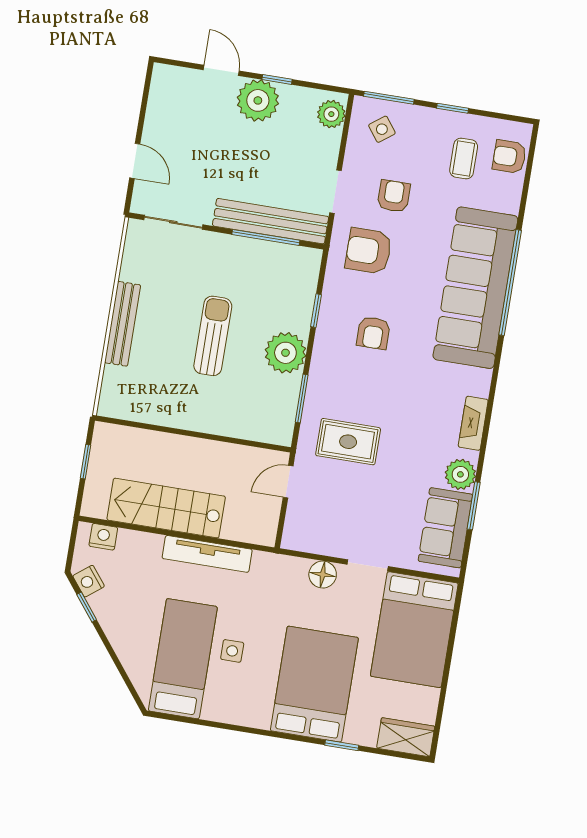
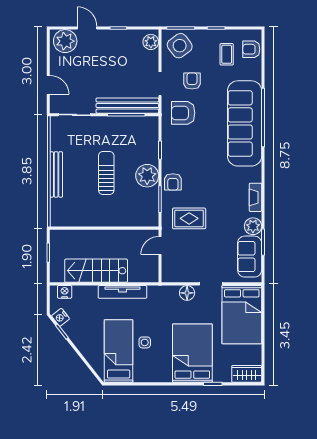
plant: (258, 100) -> (65, 41), moved
side table: (382, 129) -> (180, 46), width x1.87, depth x1.87
armchair: (373, 333) -> (173, 182), moved

